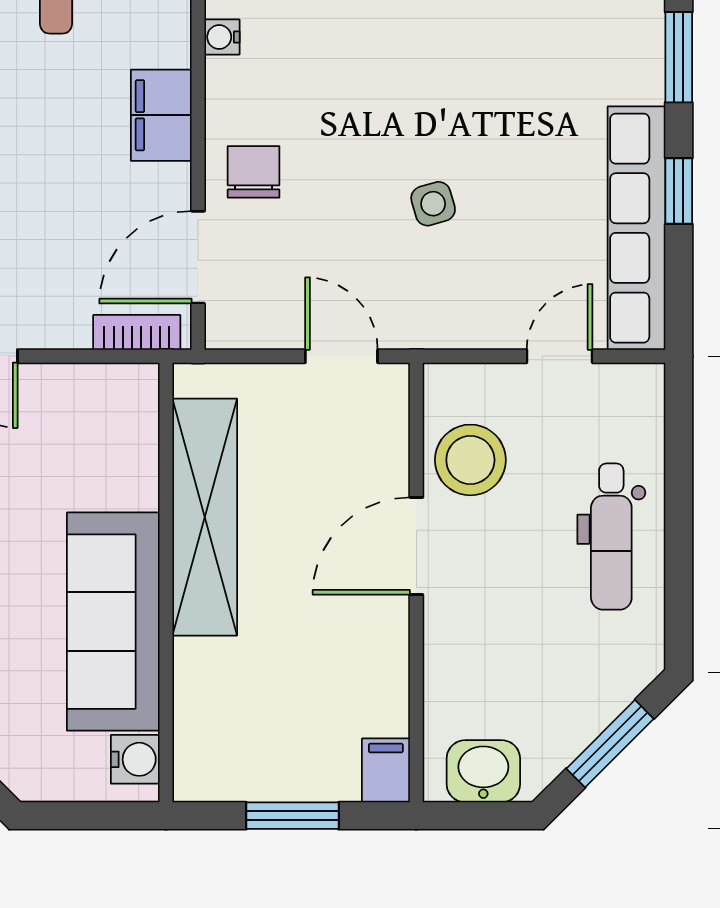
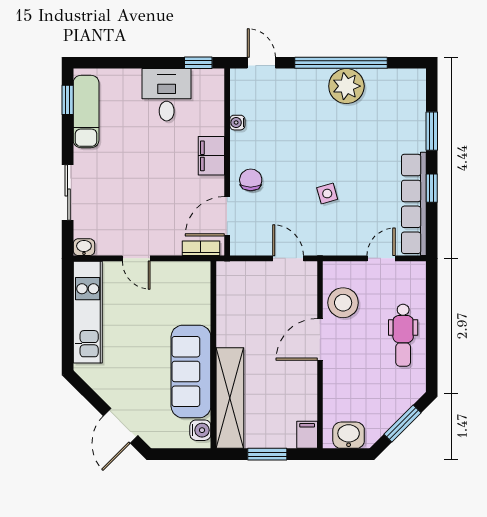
shelving: (205, 517) -> (230, 398), moved

